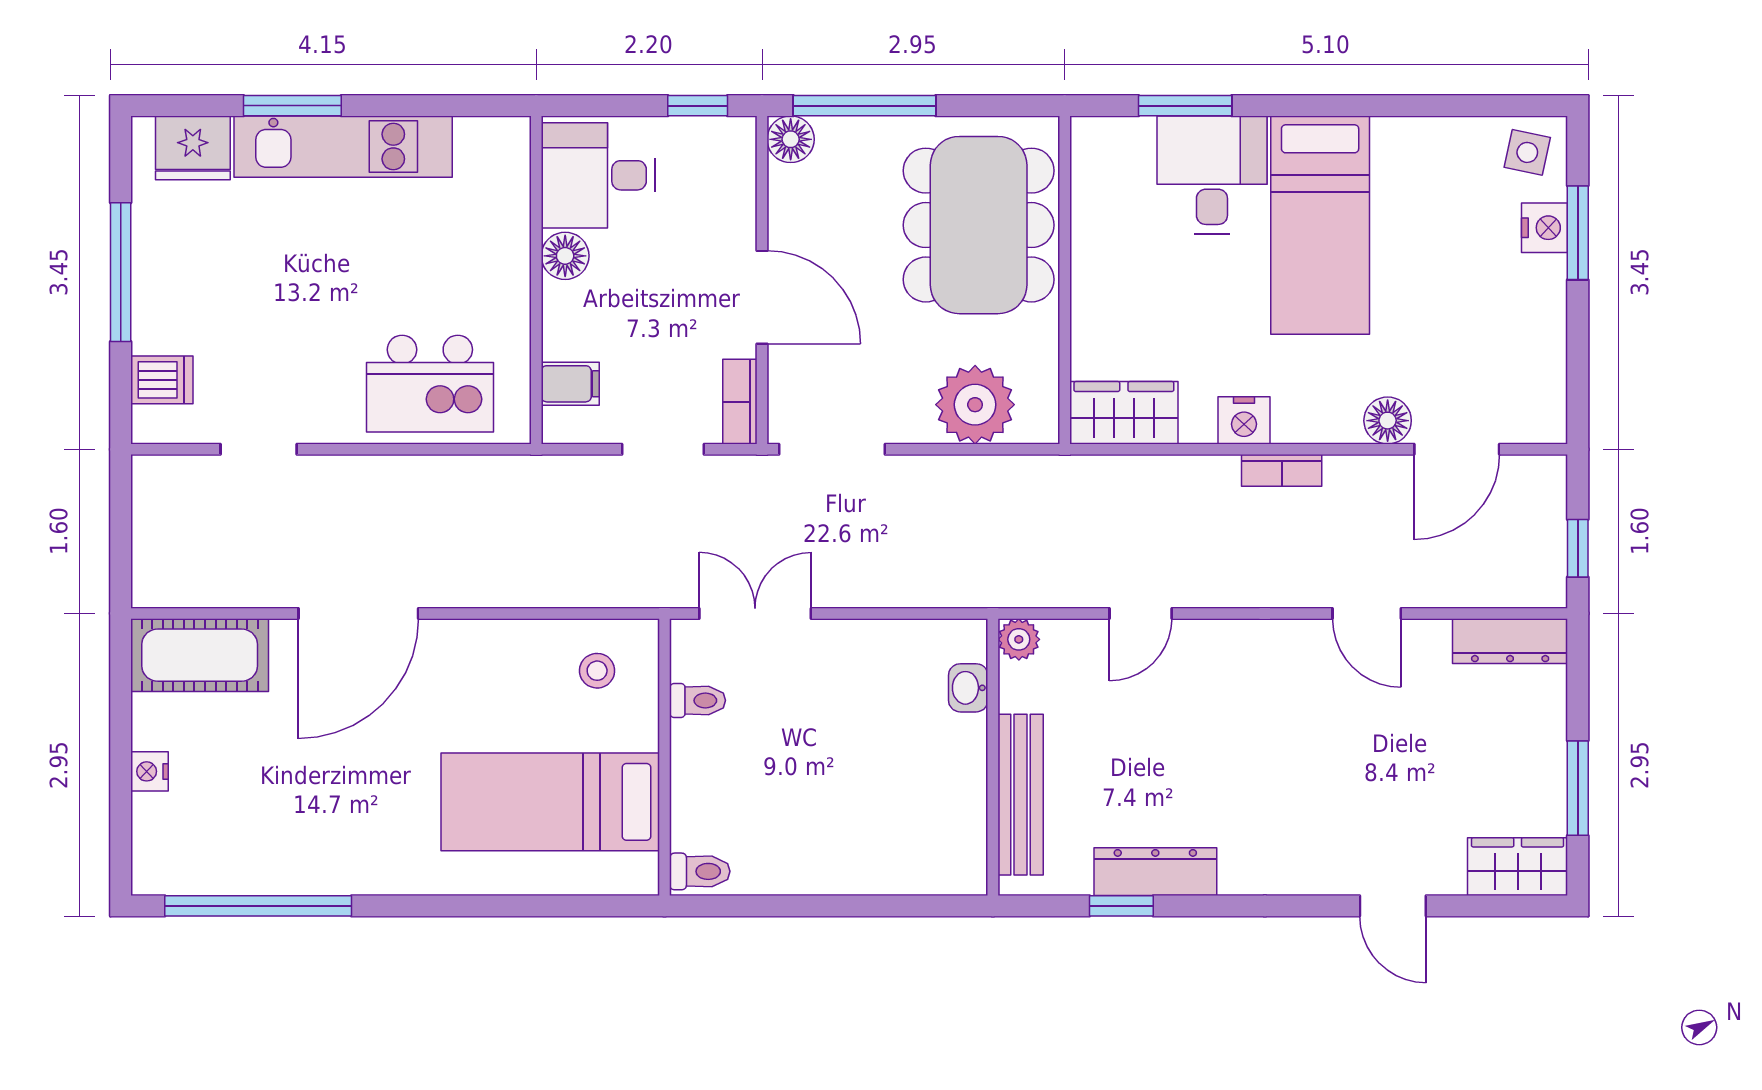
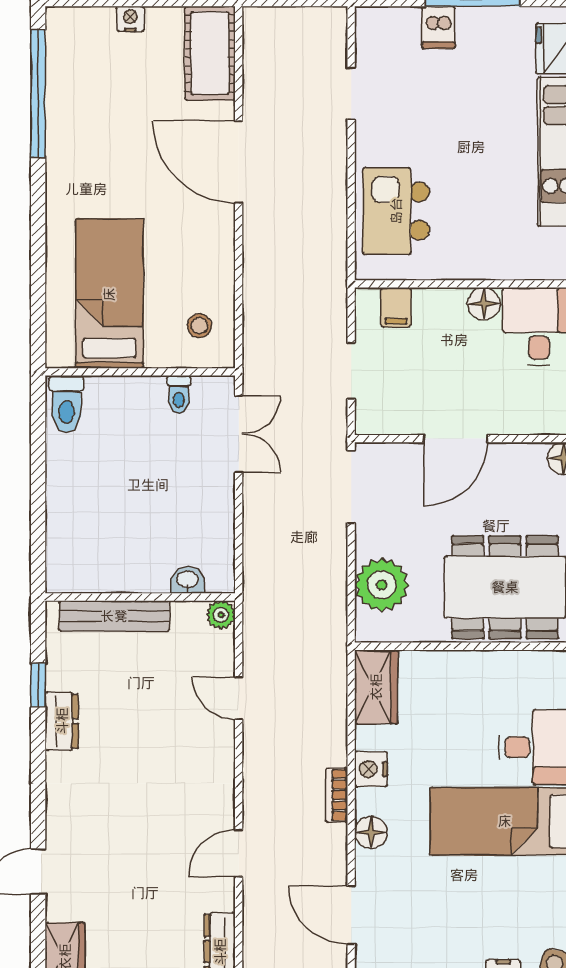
dishwasher: (162, 380) -> (438, 27), moved
bookcase: (740, 402) -> (384, 424), removed
floor lamp: (1388, 421) -> (371, 832), moved
toilet: (700, 871) -> (66, 404), width x1.37, depth x1.39
dresser: (1155, 872) -> (62, 721), width x0.70

